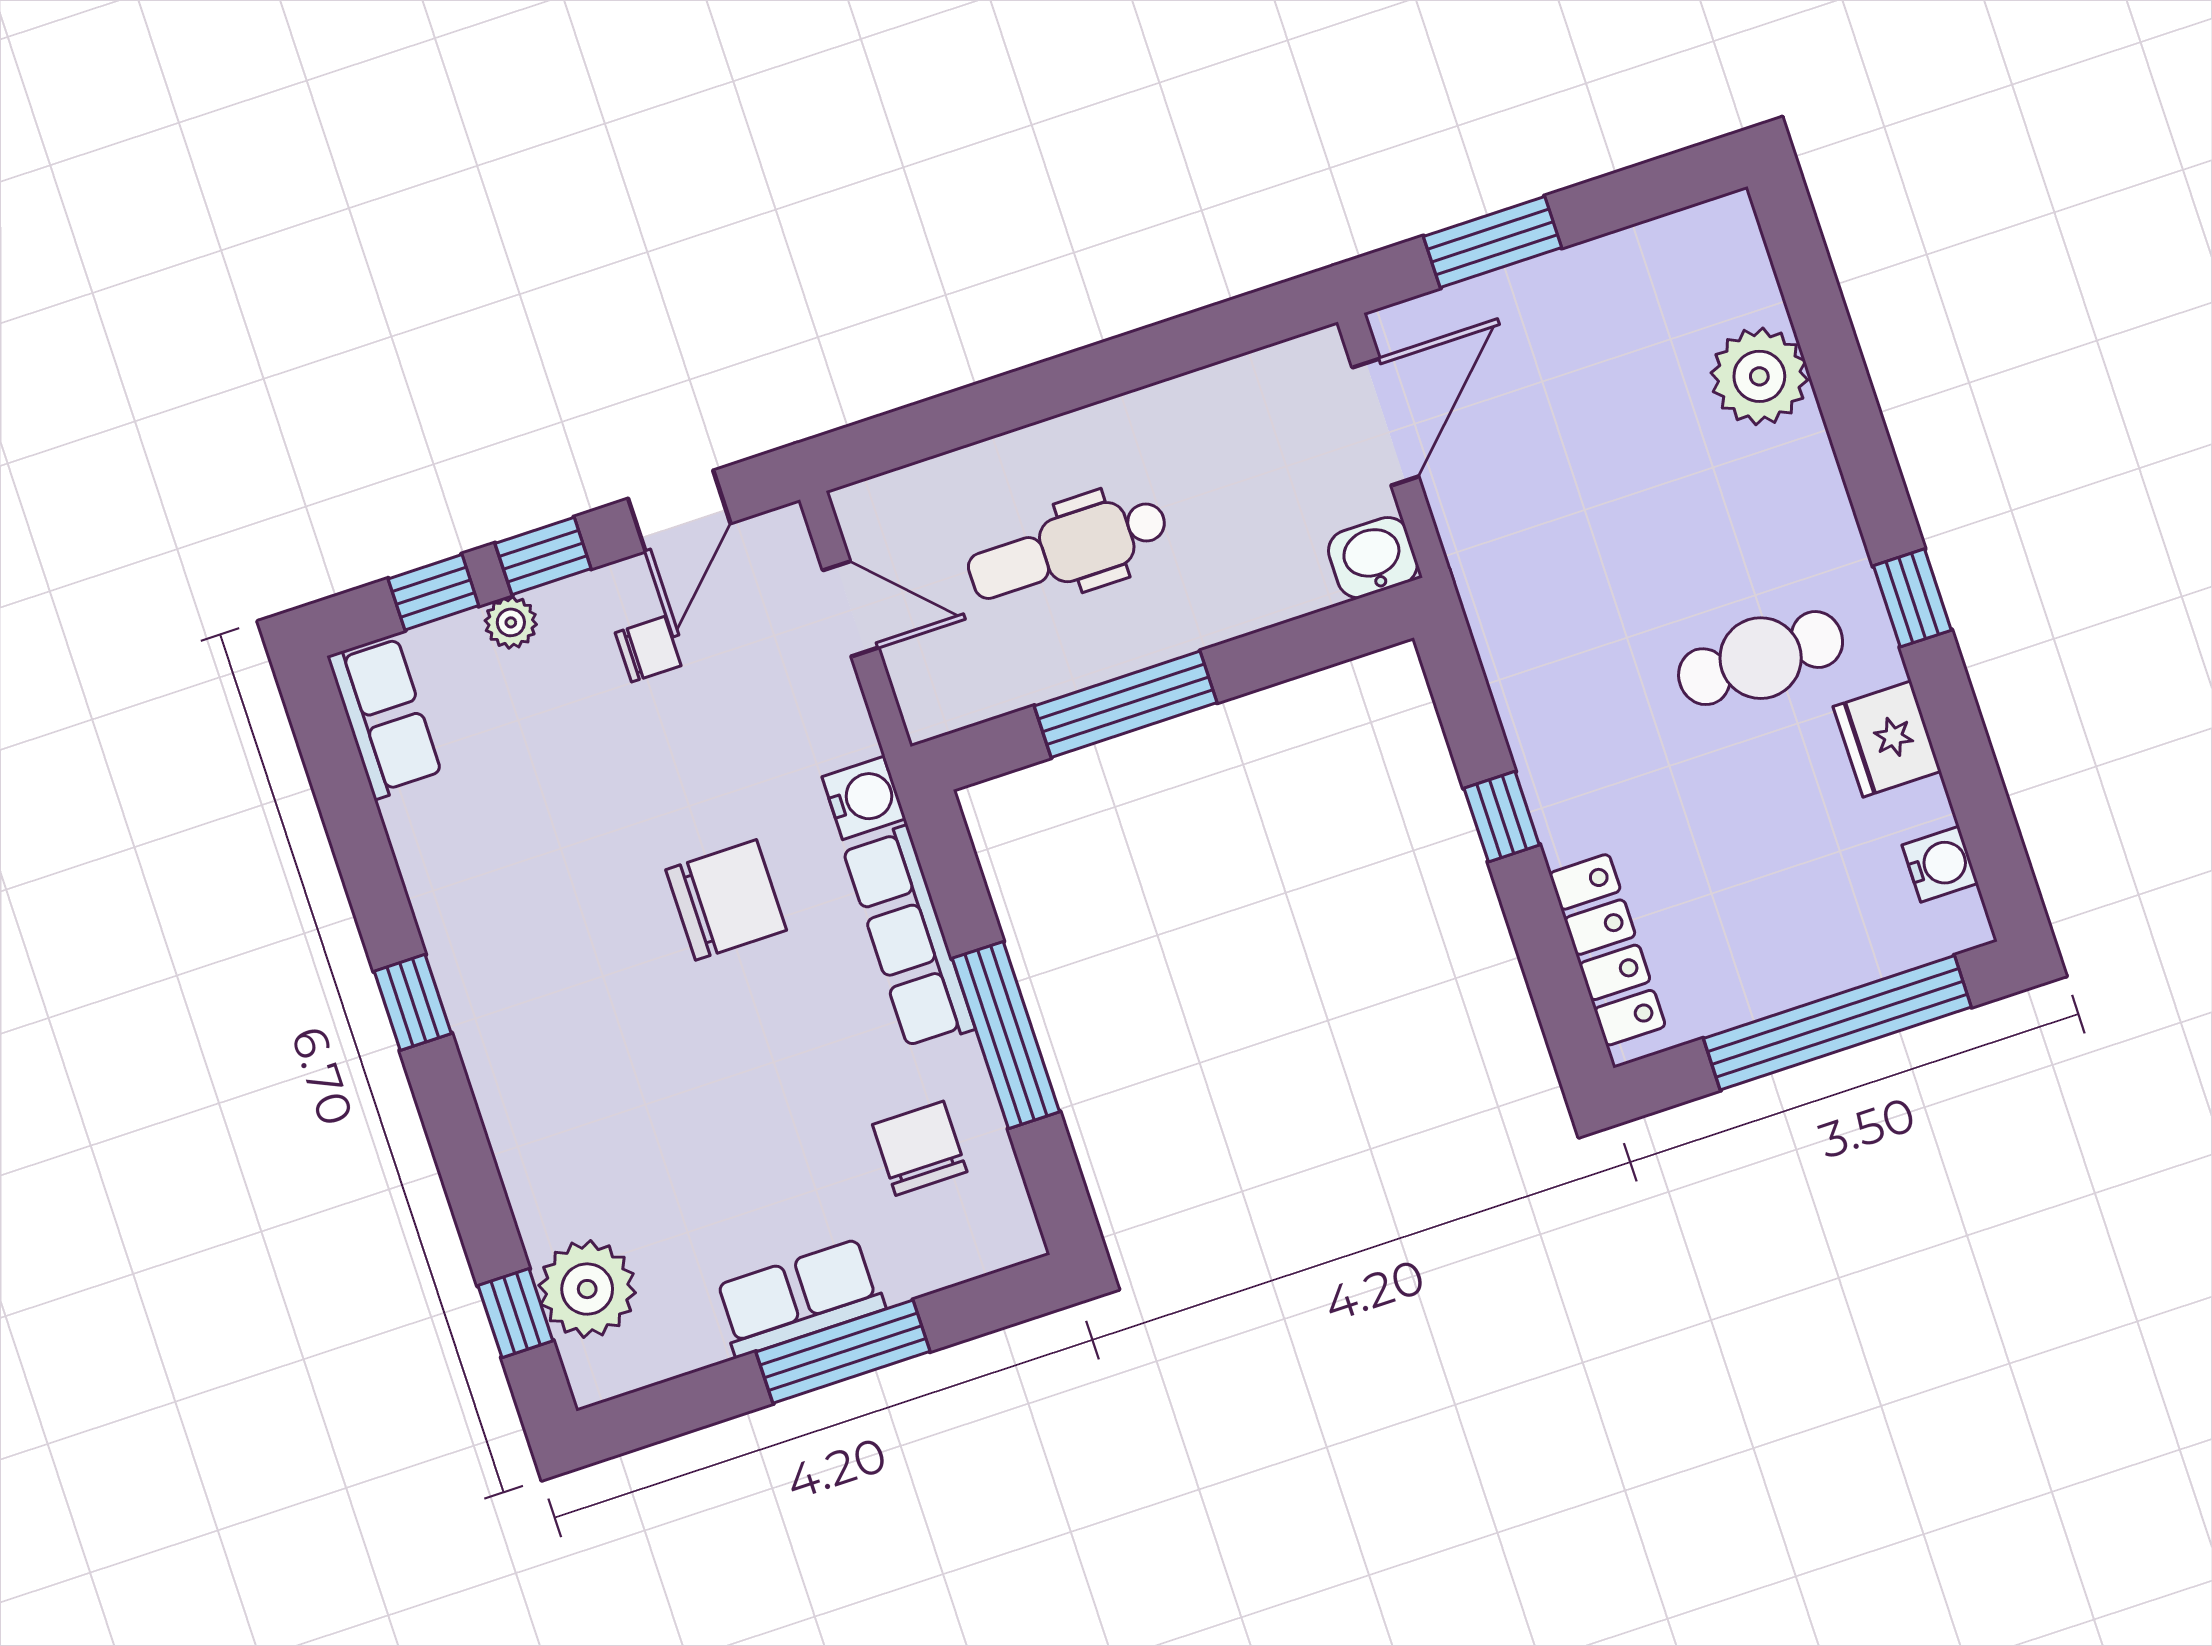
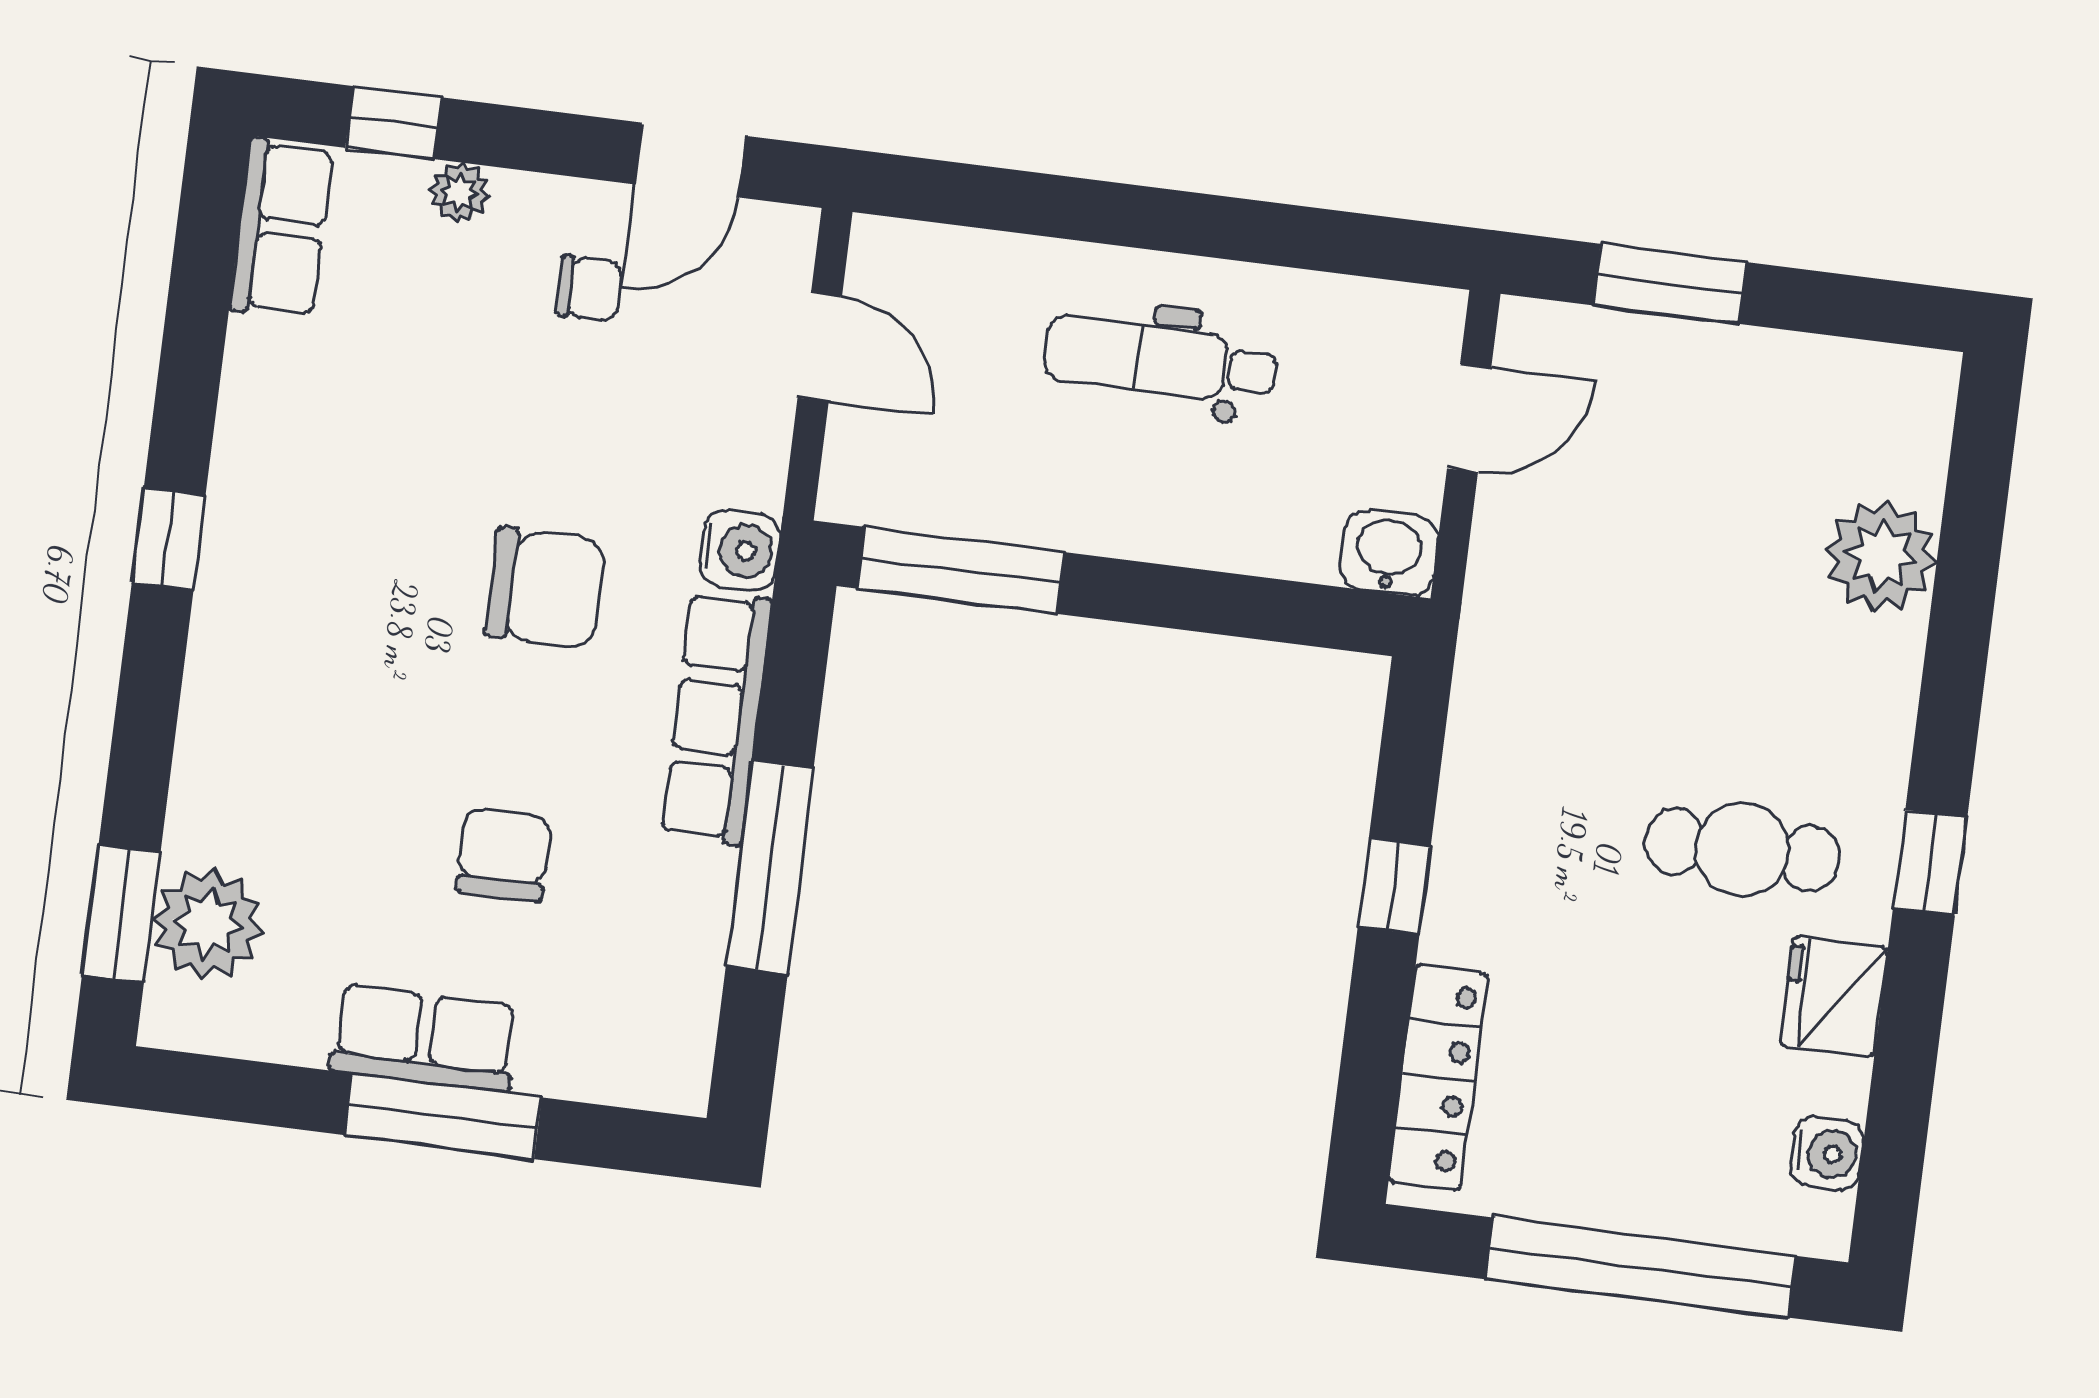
door: (1385, 422) -> (1469, 418), width x0.73
dental chair: (1068, 548) -> (1161, 360), moved
window: (543, 556) -> (526, 139), removed
window: (1126, 704) -> (961, 570), moved
chair: (920, 1148) -> (504, 854), moved
window: (515, 1313) -> (121, 914), width x1.50

